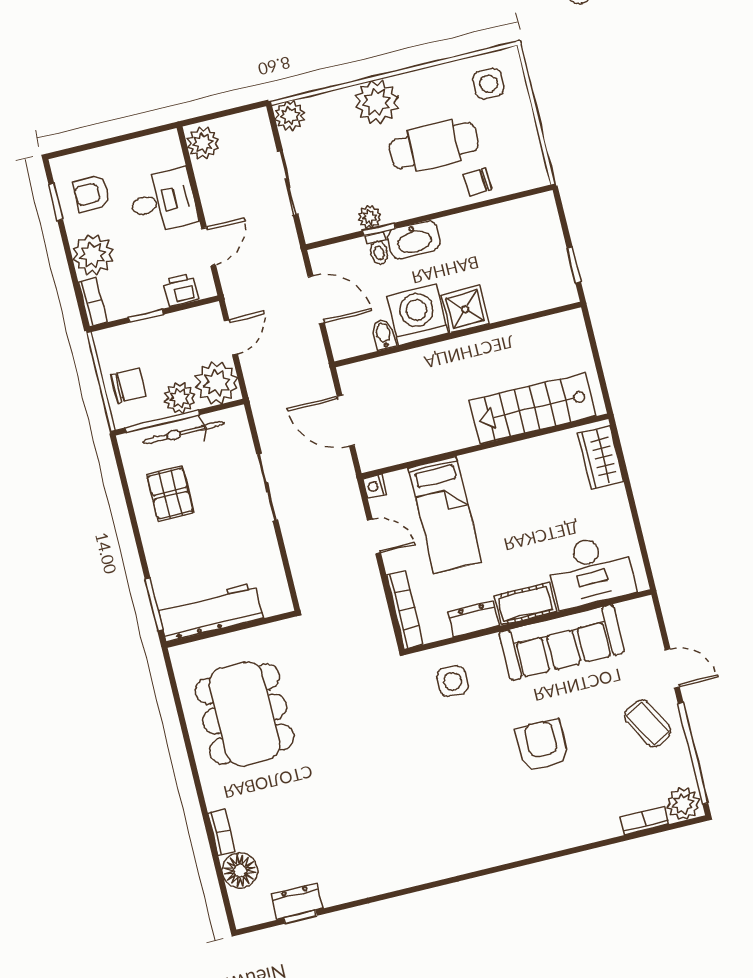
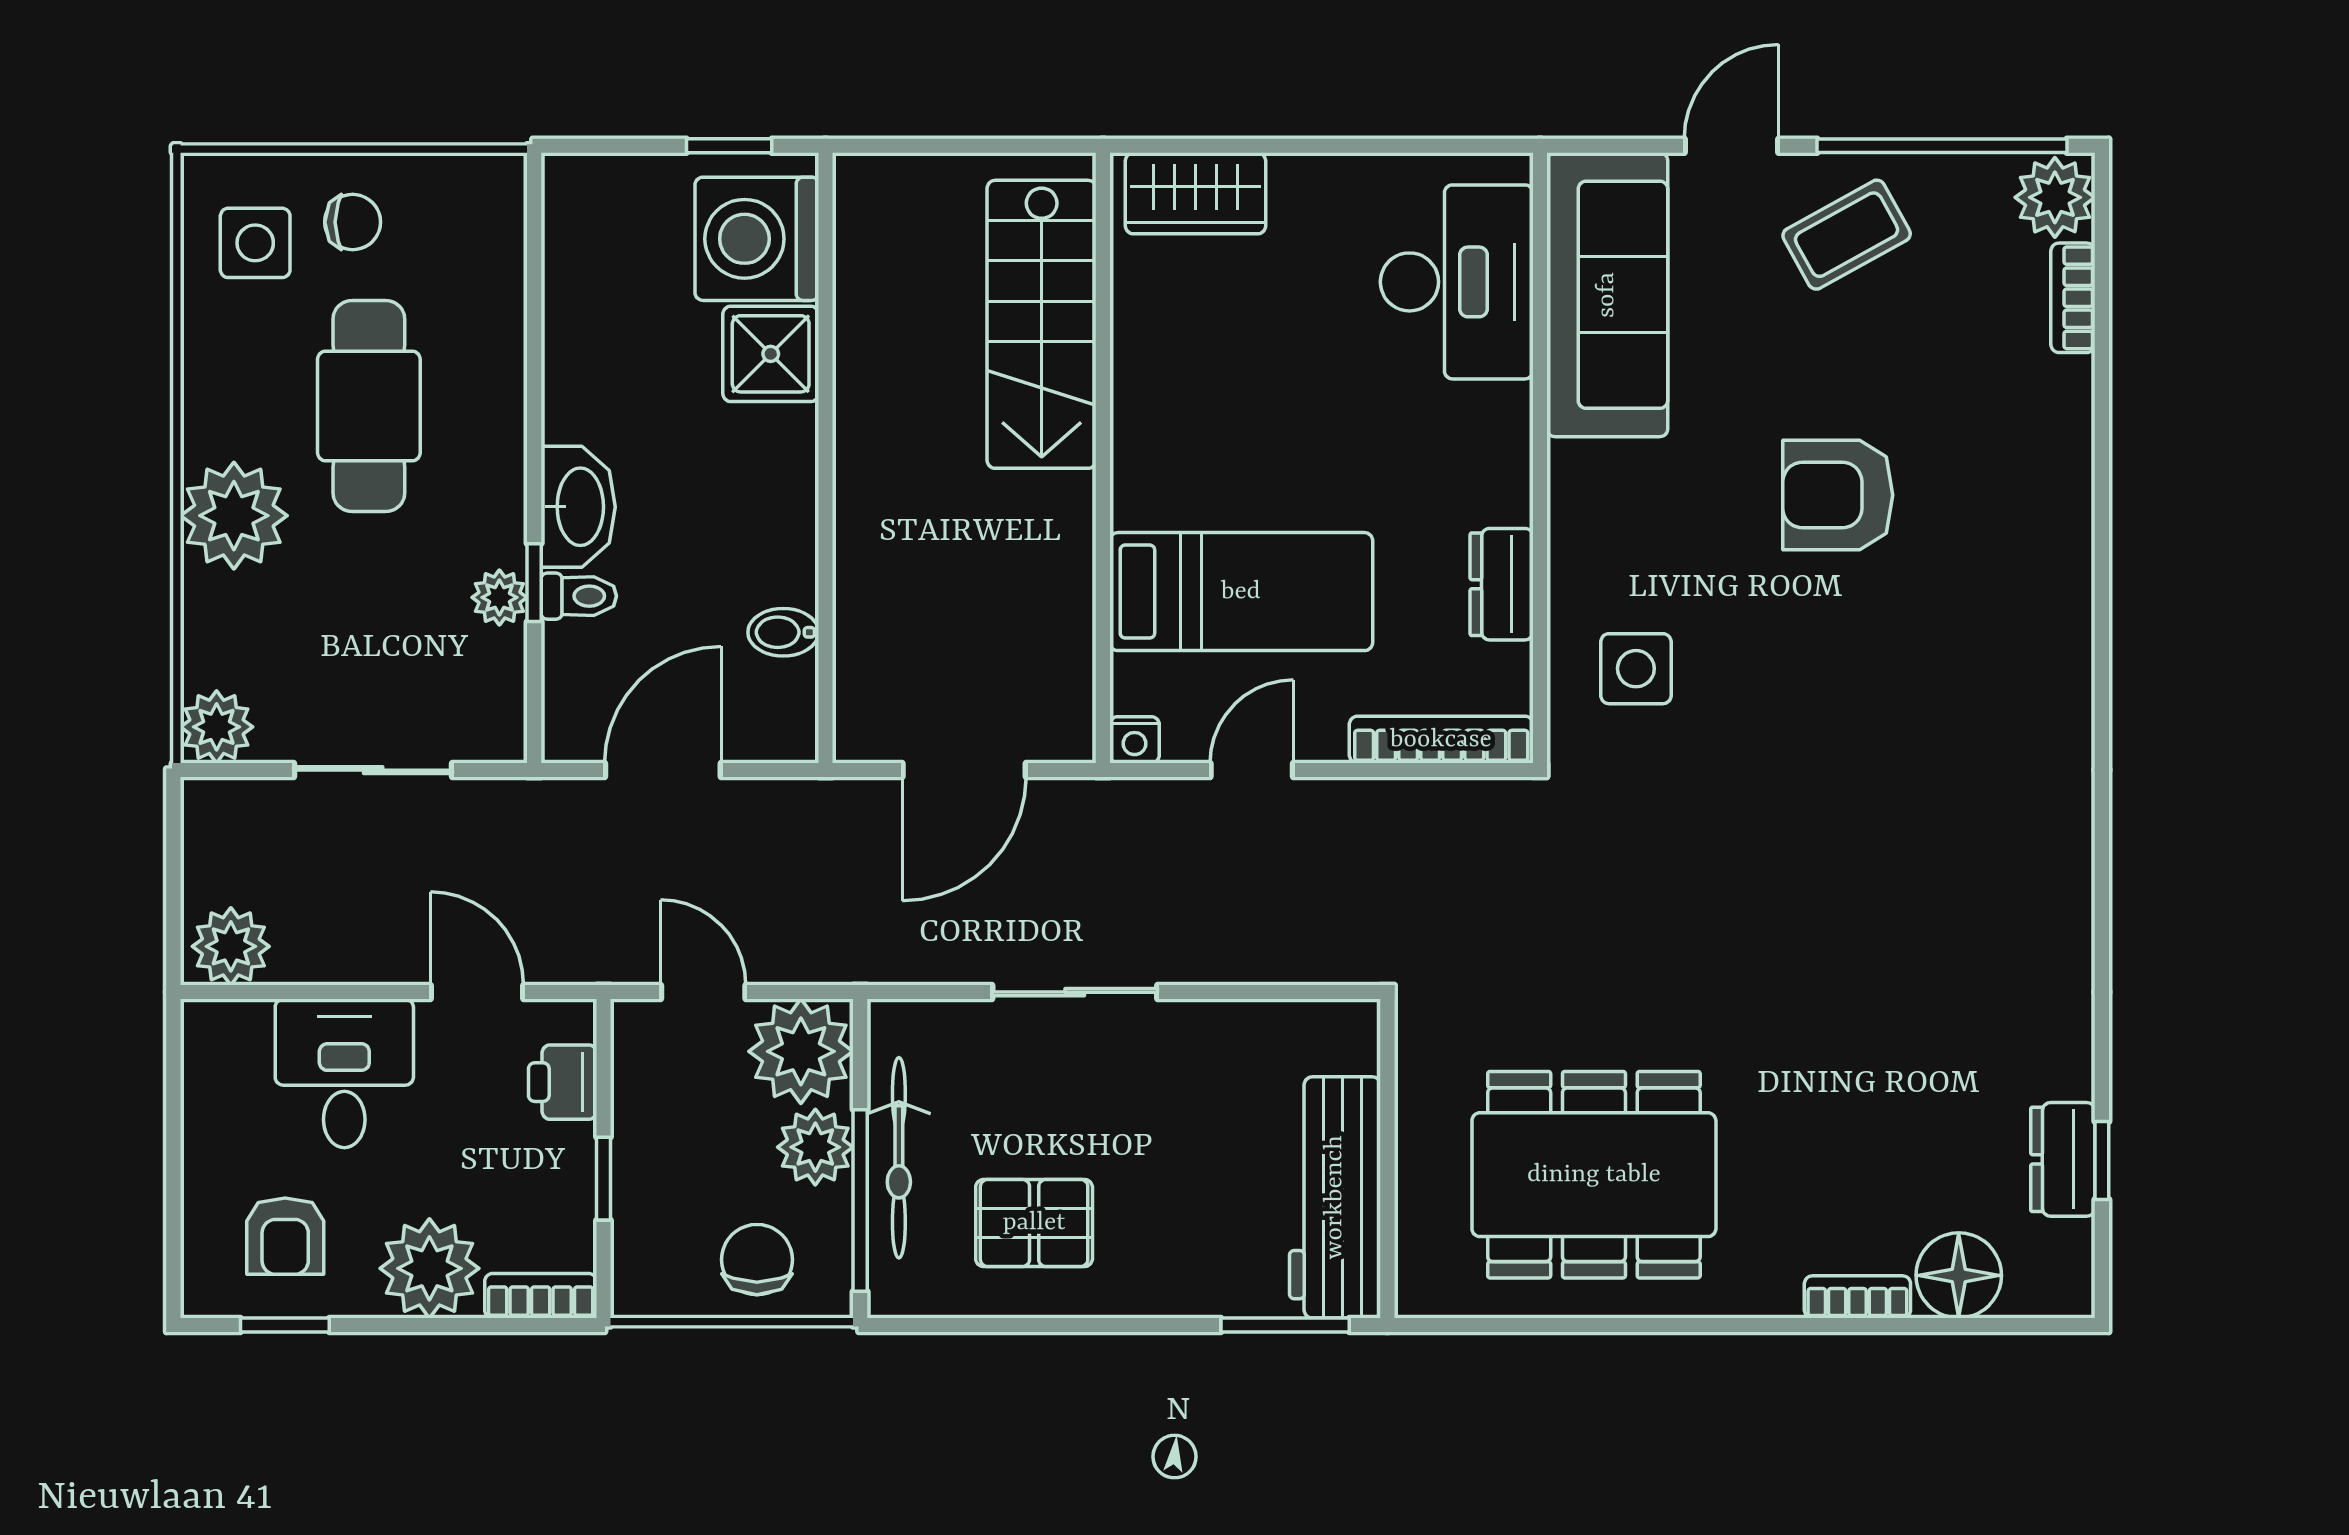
chair: (478, 182) -> (353, 222), moved, turned -85
shower: (465, 309) -> (771, 354), moved
washing machine: (418, 315) -> (757, 239), moved
cot: (526, 604) -> (1496, 453), removed
sofa: (562, 642) -> (1607, 295), moved

